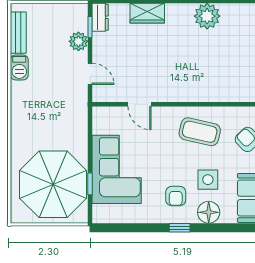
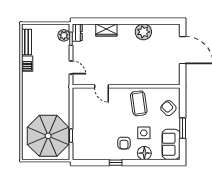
plant: (78, 41) -> (64, 35), moved
coffee table: (200, 132) -> (139, 103), turned 69
corner sofa: (117, 169) -> (87, 127), removed
window: (180, 228) -> (116, 163), moved

